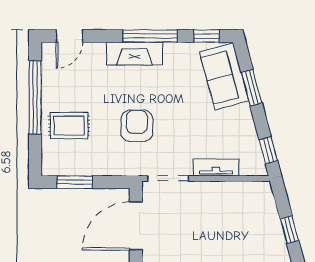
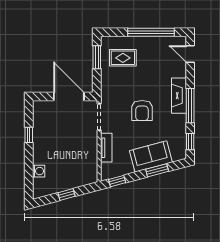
sofa: (224, 76) -> (151, 156), moved
rug: (69, 126) -> (123, 58), moved, turned 90
armchair: (137, 126) -> (142, 110), moved, turned 90

